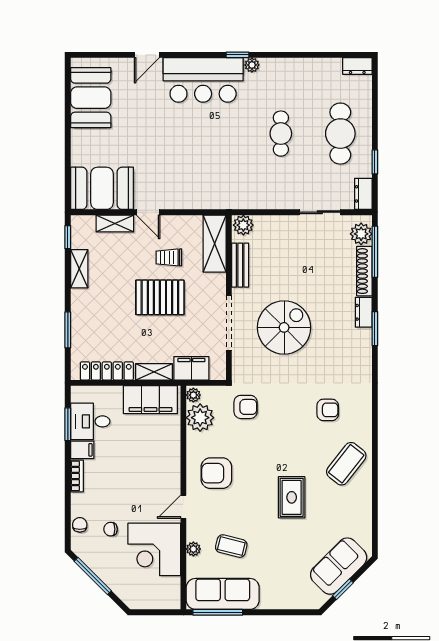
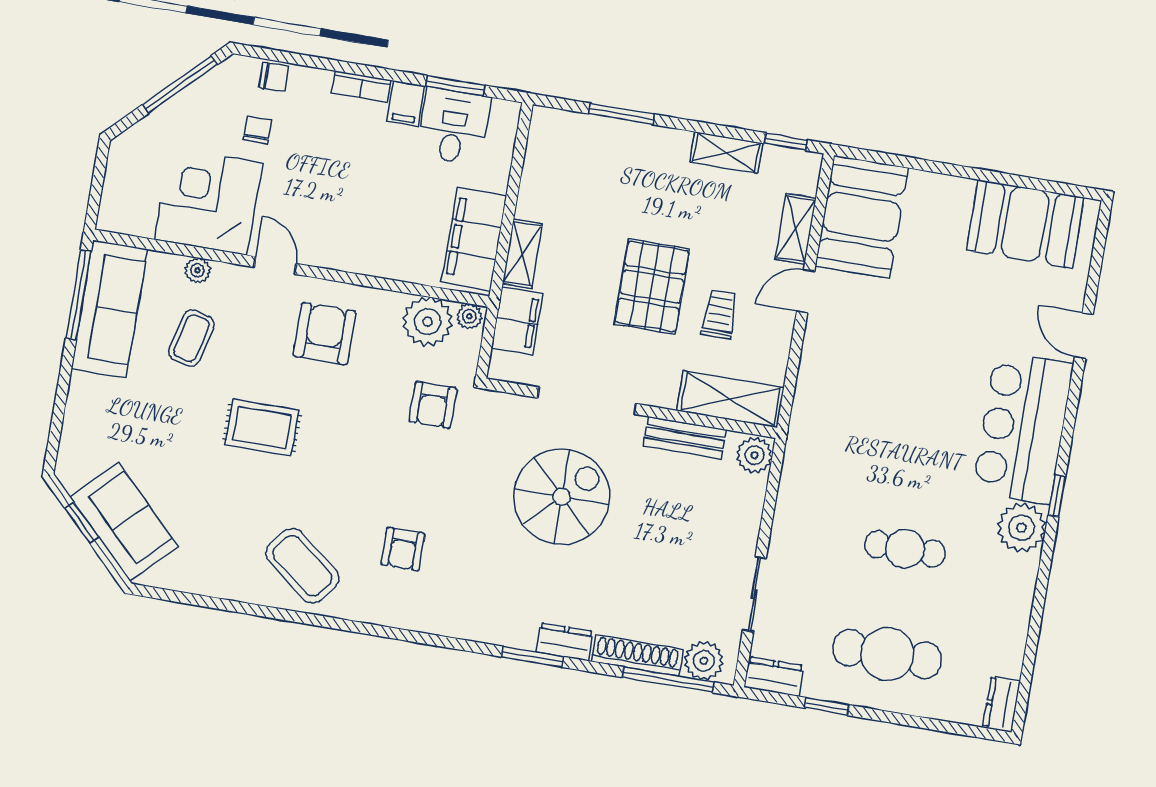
plant: (252, 65) -> (1022, 528), width x1.88, depth x1.88
spiral stairs: (284, 327) -> (562, 497), turned -90
locker: (107, 371) -> (538, 171), removed
rug: (292, 497) -> (262, 427), moved

